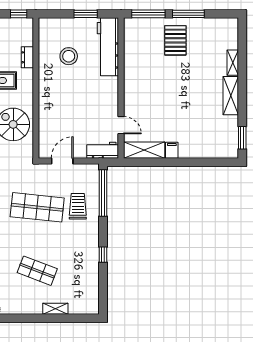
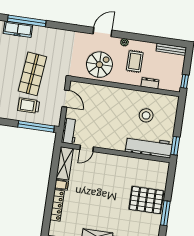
window: (86, 14) -> (175, 146), moved
window: (148, 14) -> (170, 182), removed
pallet: (175, 40) -> (146, 200), width x1.37, depth x1.41
locker: (199, 152) -> (57, 205), added
trolley: (78, 206) -> (29, 106), turned 180

